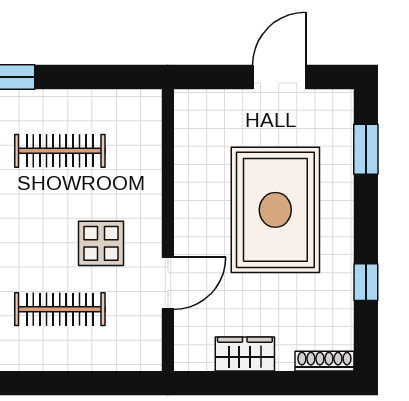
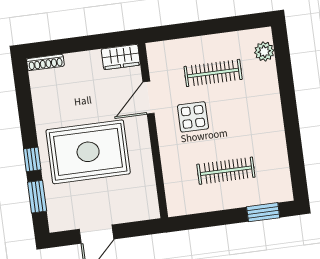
rug: (275, 210) -> (88, 152), turned 90
window: (366, 282) -> (32, 159), moved
wardrobe: (245, 354) -> (121, 57), moved

